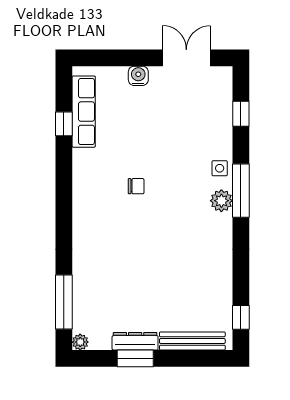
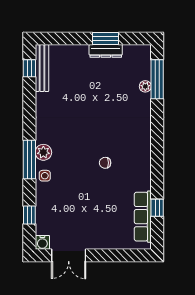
water cooler: (138, 76) -> (42, 242), moved
bench: (192, 341) -> (42, 68), moved, turned 90
plant: (80, 342) -> (145, 86), moved

